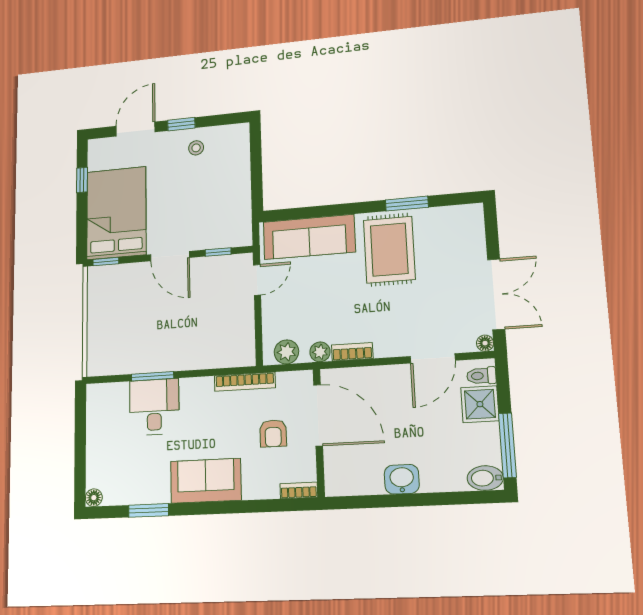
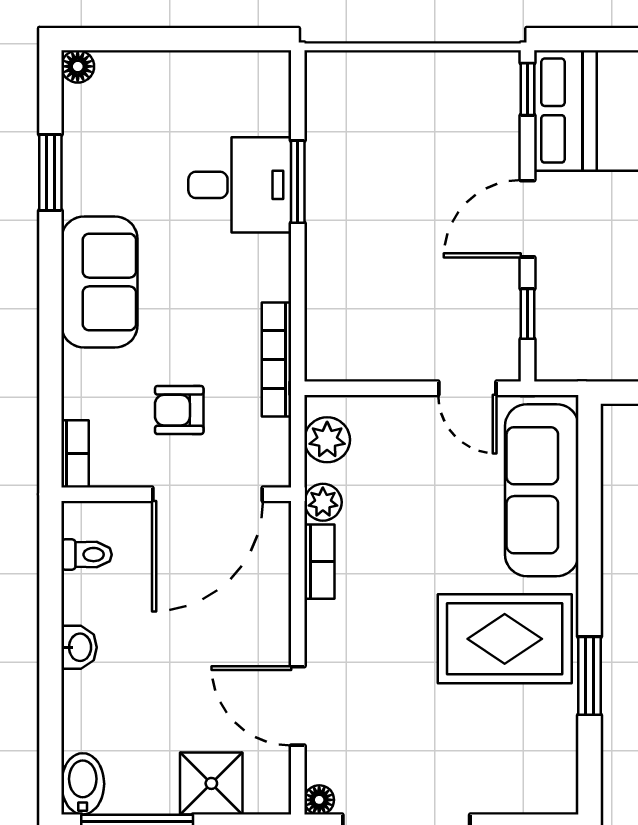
toilet: (481, 376) -> (87, 555), moved, turned 90
washbasin: (402, 479) -> (79, 647), width x0.72, depth x0.69

